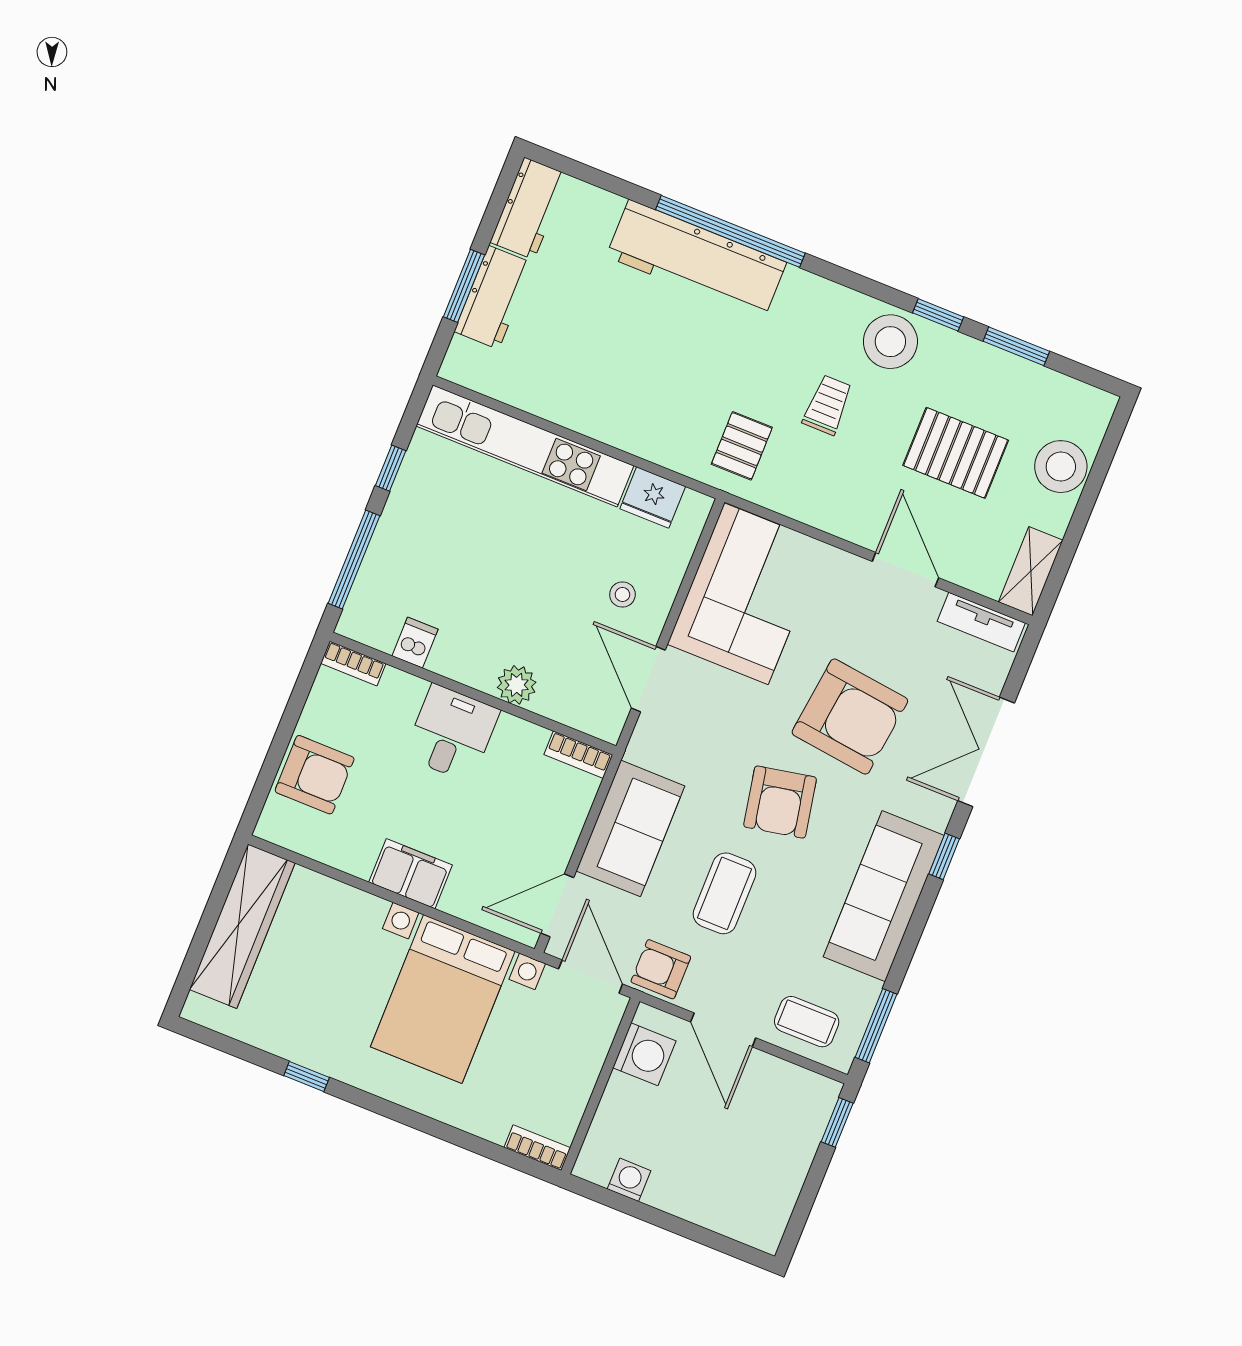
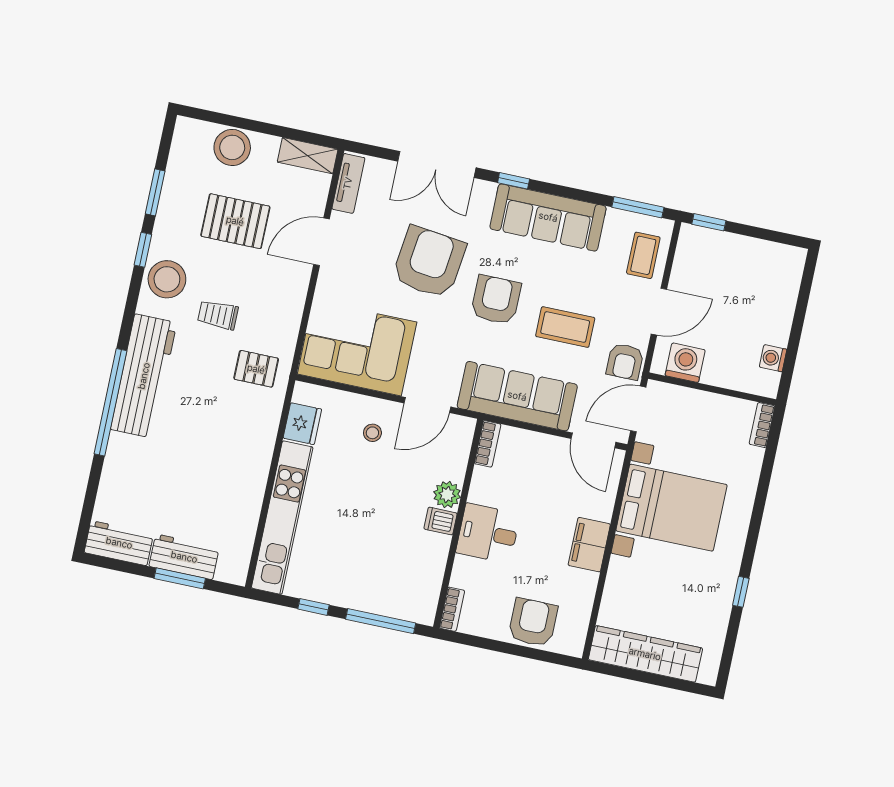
workbench: (696, 259) -> (144, 376), moved
pallet: (956, 453) -> (235, 221), turned 90
dishwasher: (415, 643) -> (440, 521), moved
armchair: (780, 802) -> (496, 300), turned -79
sofa: (630, 828) -> (517, 396), width x1.36

